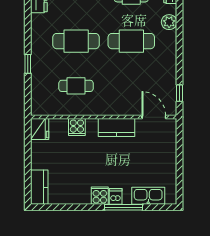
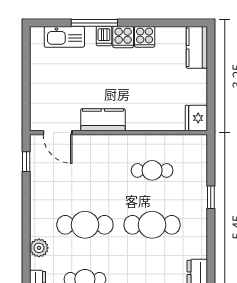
cooker: (77, 127) -> (145, 37), moved, turned 180

